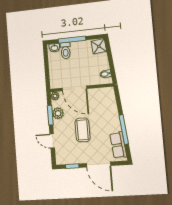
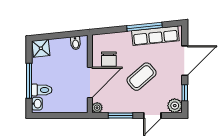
chair: (95, 102) -> (109, 59), added
plant: (58, 113) -> (175, 106), moved
coffee table: (83, 130) -> (142, 77), turned -41
row of seats: (118, 145) -> (155, 36), width x1.48

